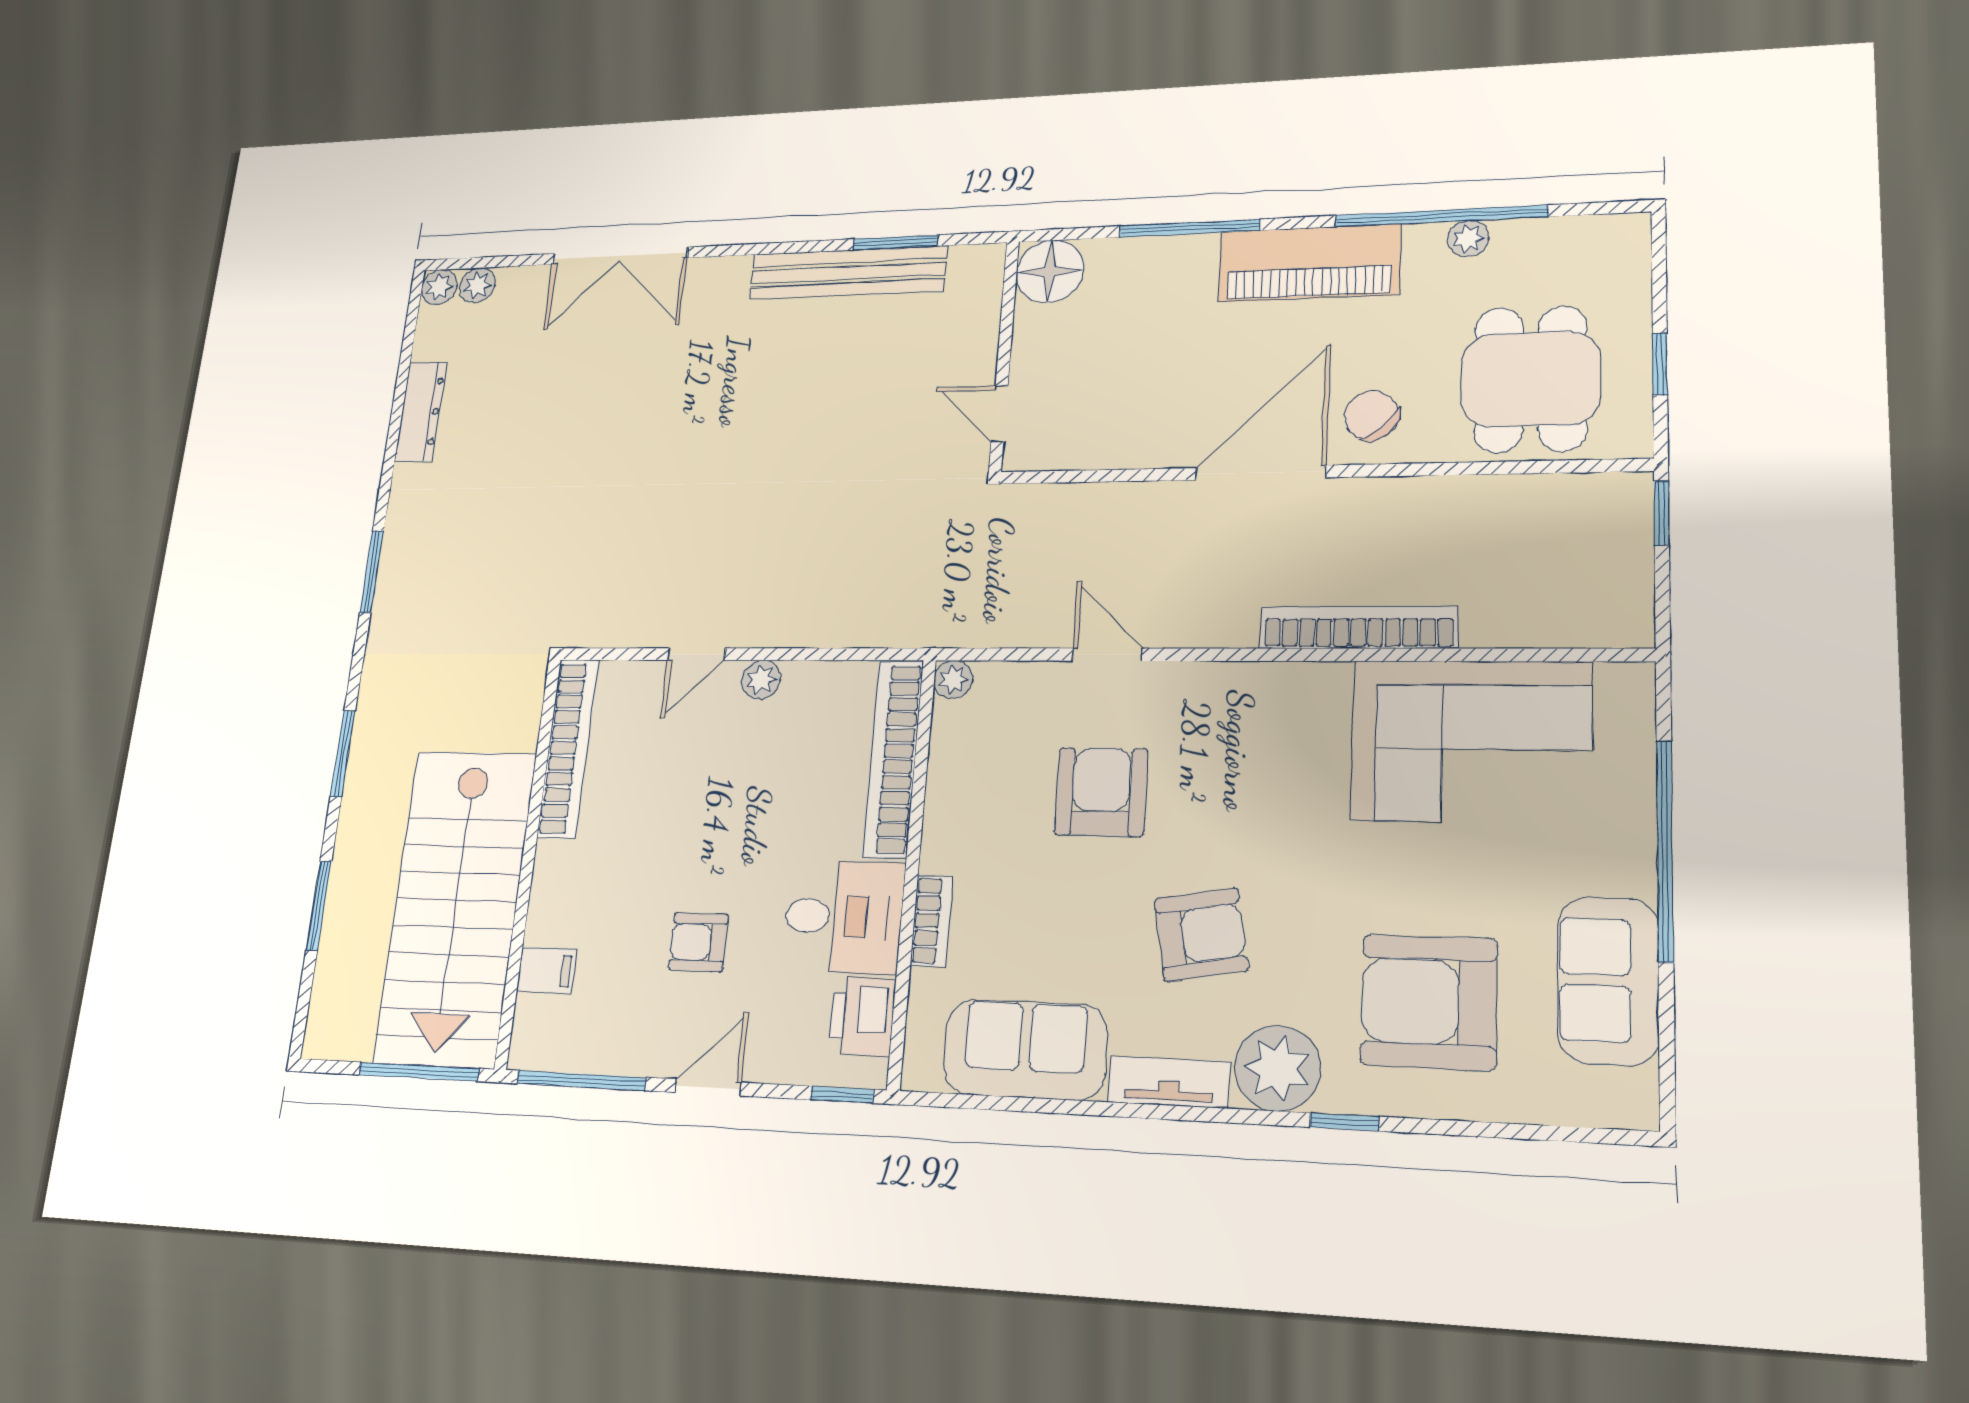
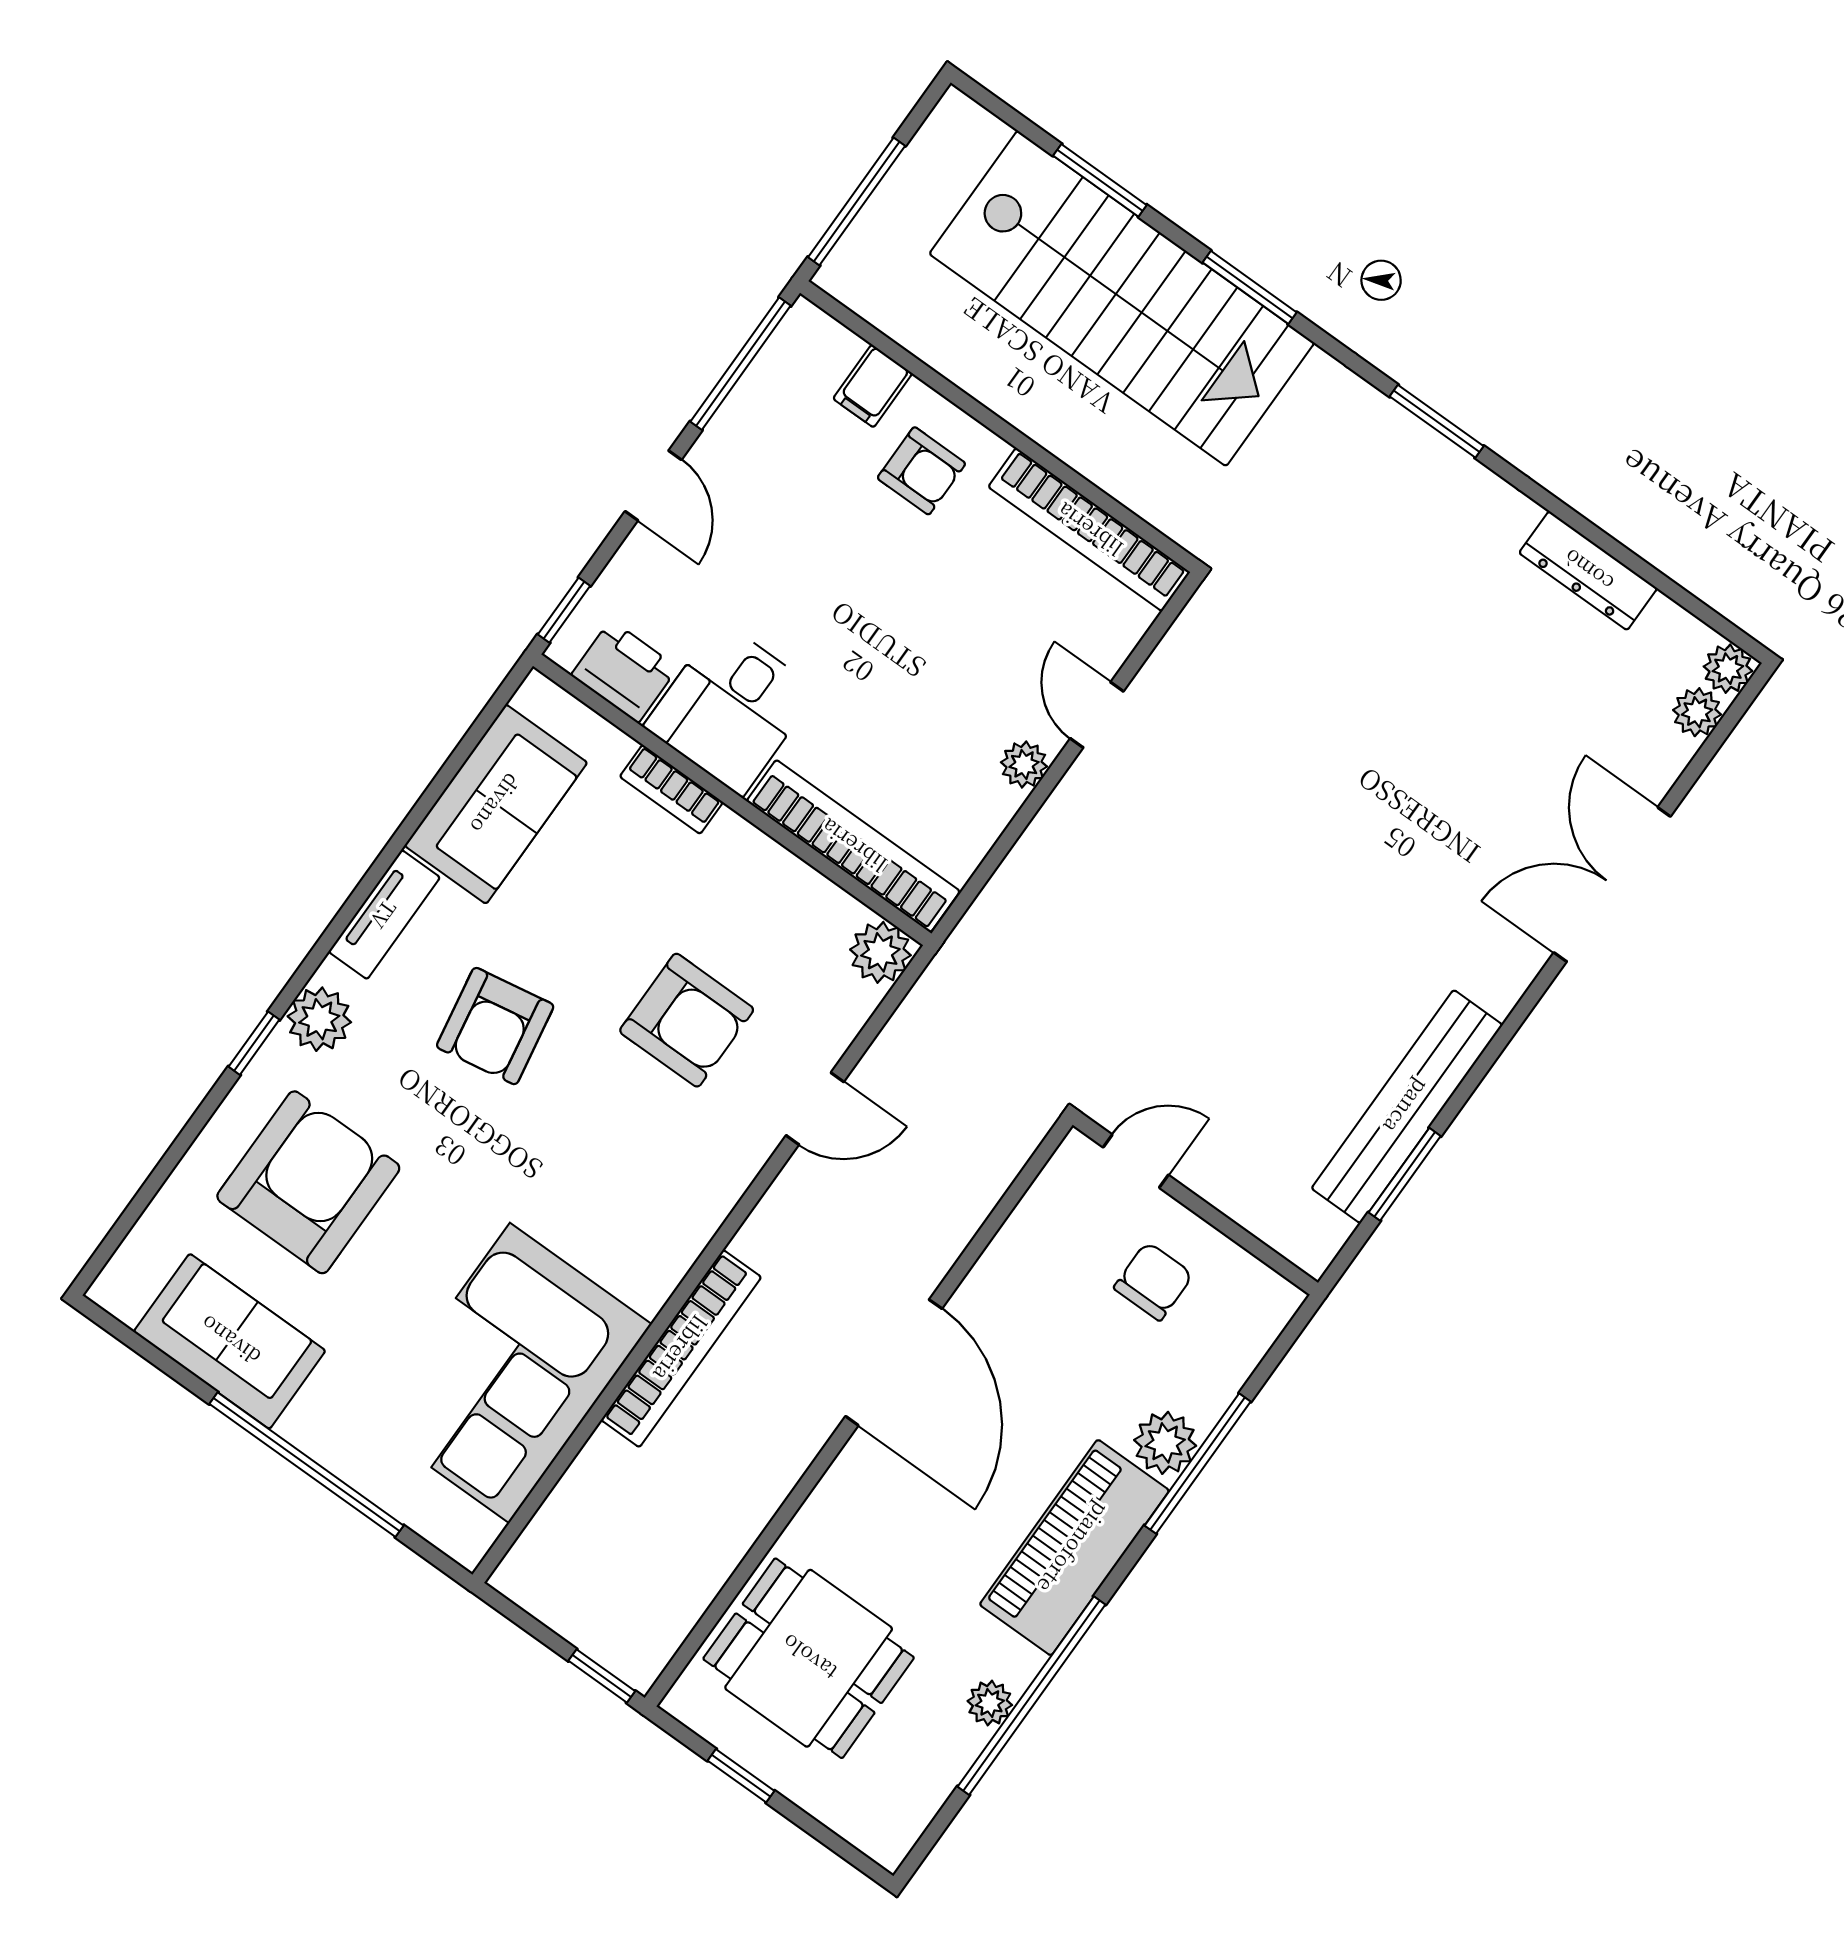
plant: (1190, 258) -> (1165, 1443), added
floor lamp: (1050, 271) -> (1254, 1304), removed
chair: (1372, 416) -> (1153, 1281), moved, turned -50
plant: (953, 680) -> (880, 952), width x1.38, depth x1.38
stairs: (455, 906) -> (1122, 298), moved, turned 180
armchair: (699, 942) -> (921, 471), moved, turned 90
plant: (1278, 1068) -> (319, 1019), width x0.73, depth x0.73

